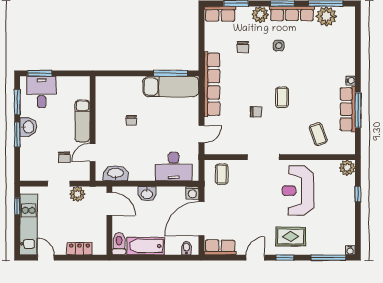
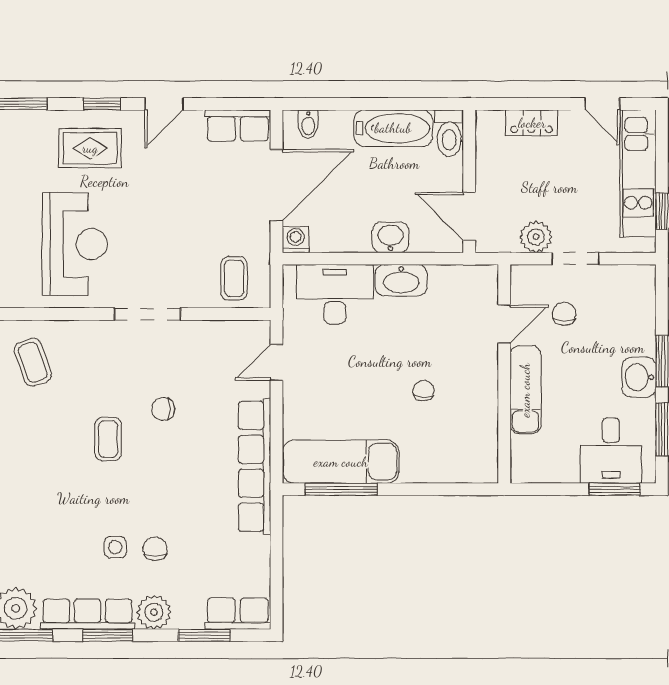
chair: (243, 47) -> (155, 549), moved
washbasin: (115, 173) -> (401, 280), moved

